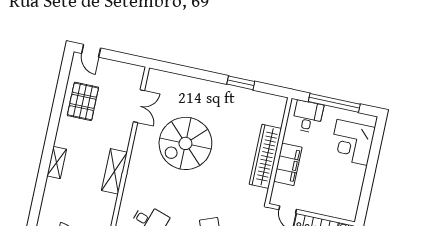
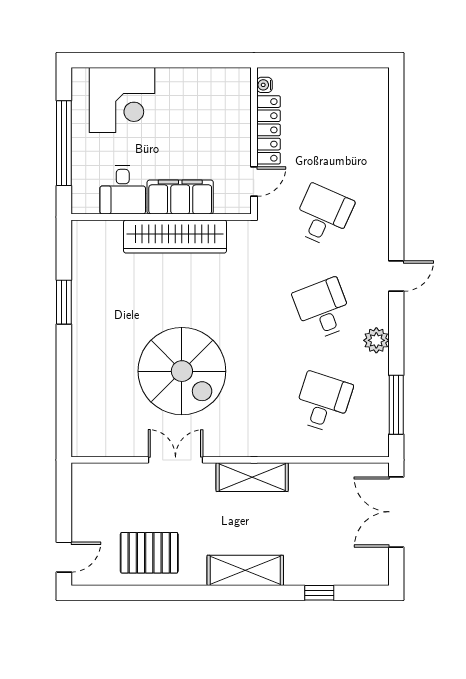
double door: (139, 106) -> (176, 460), moved
desk: (308, 117) -> (123, 190), moved, turned -90
shelving: (57, 162) -> (245, 570), width x1.50, depth x1.33
window: (38, 196) -> (319, 593), added

